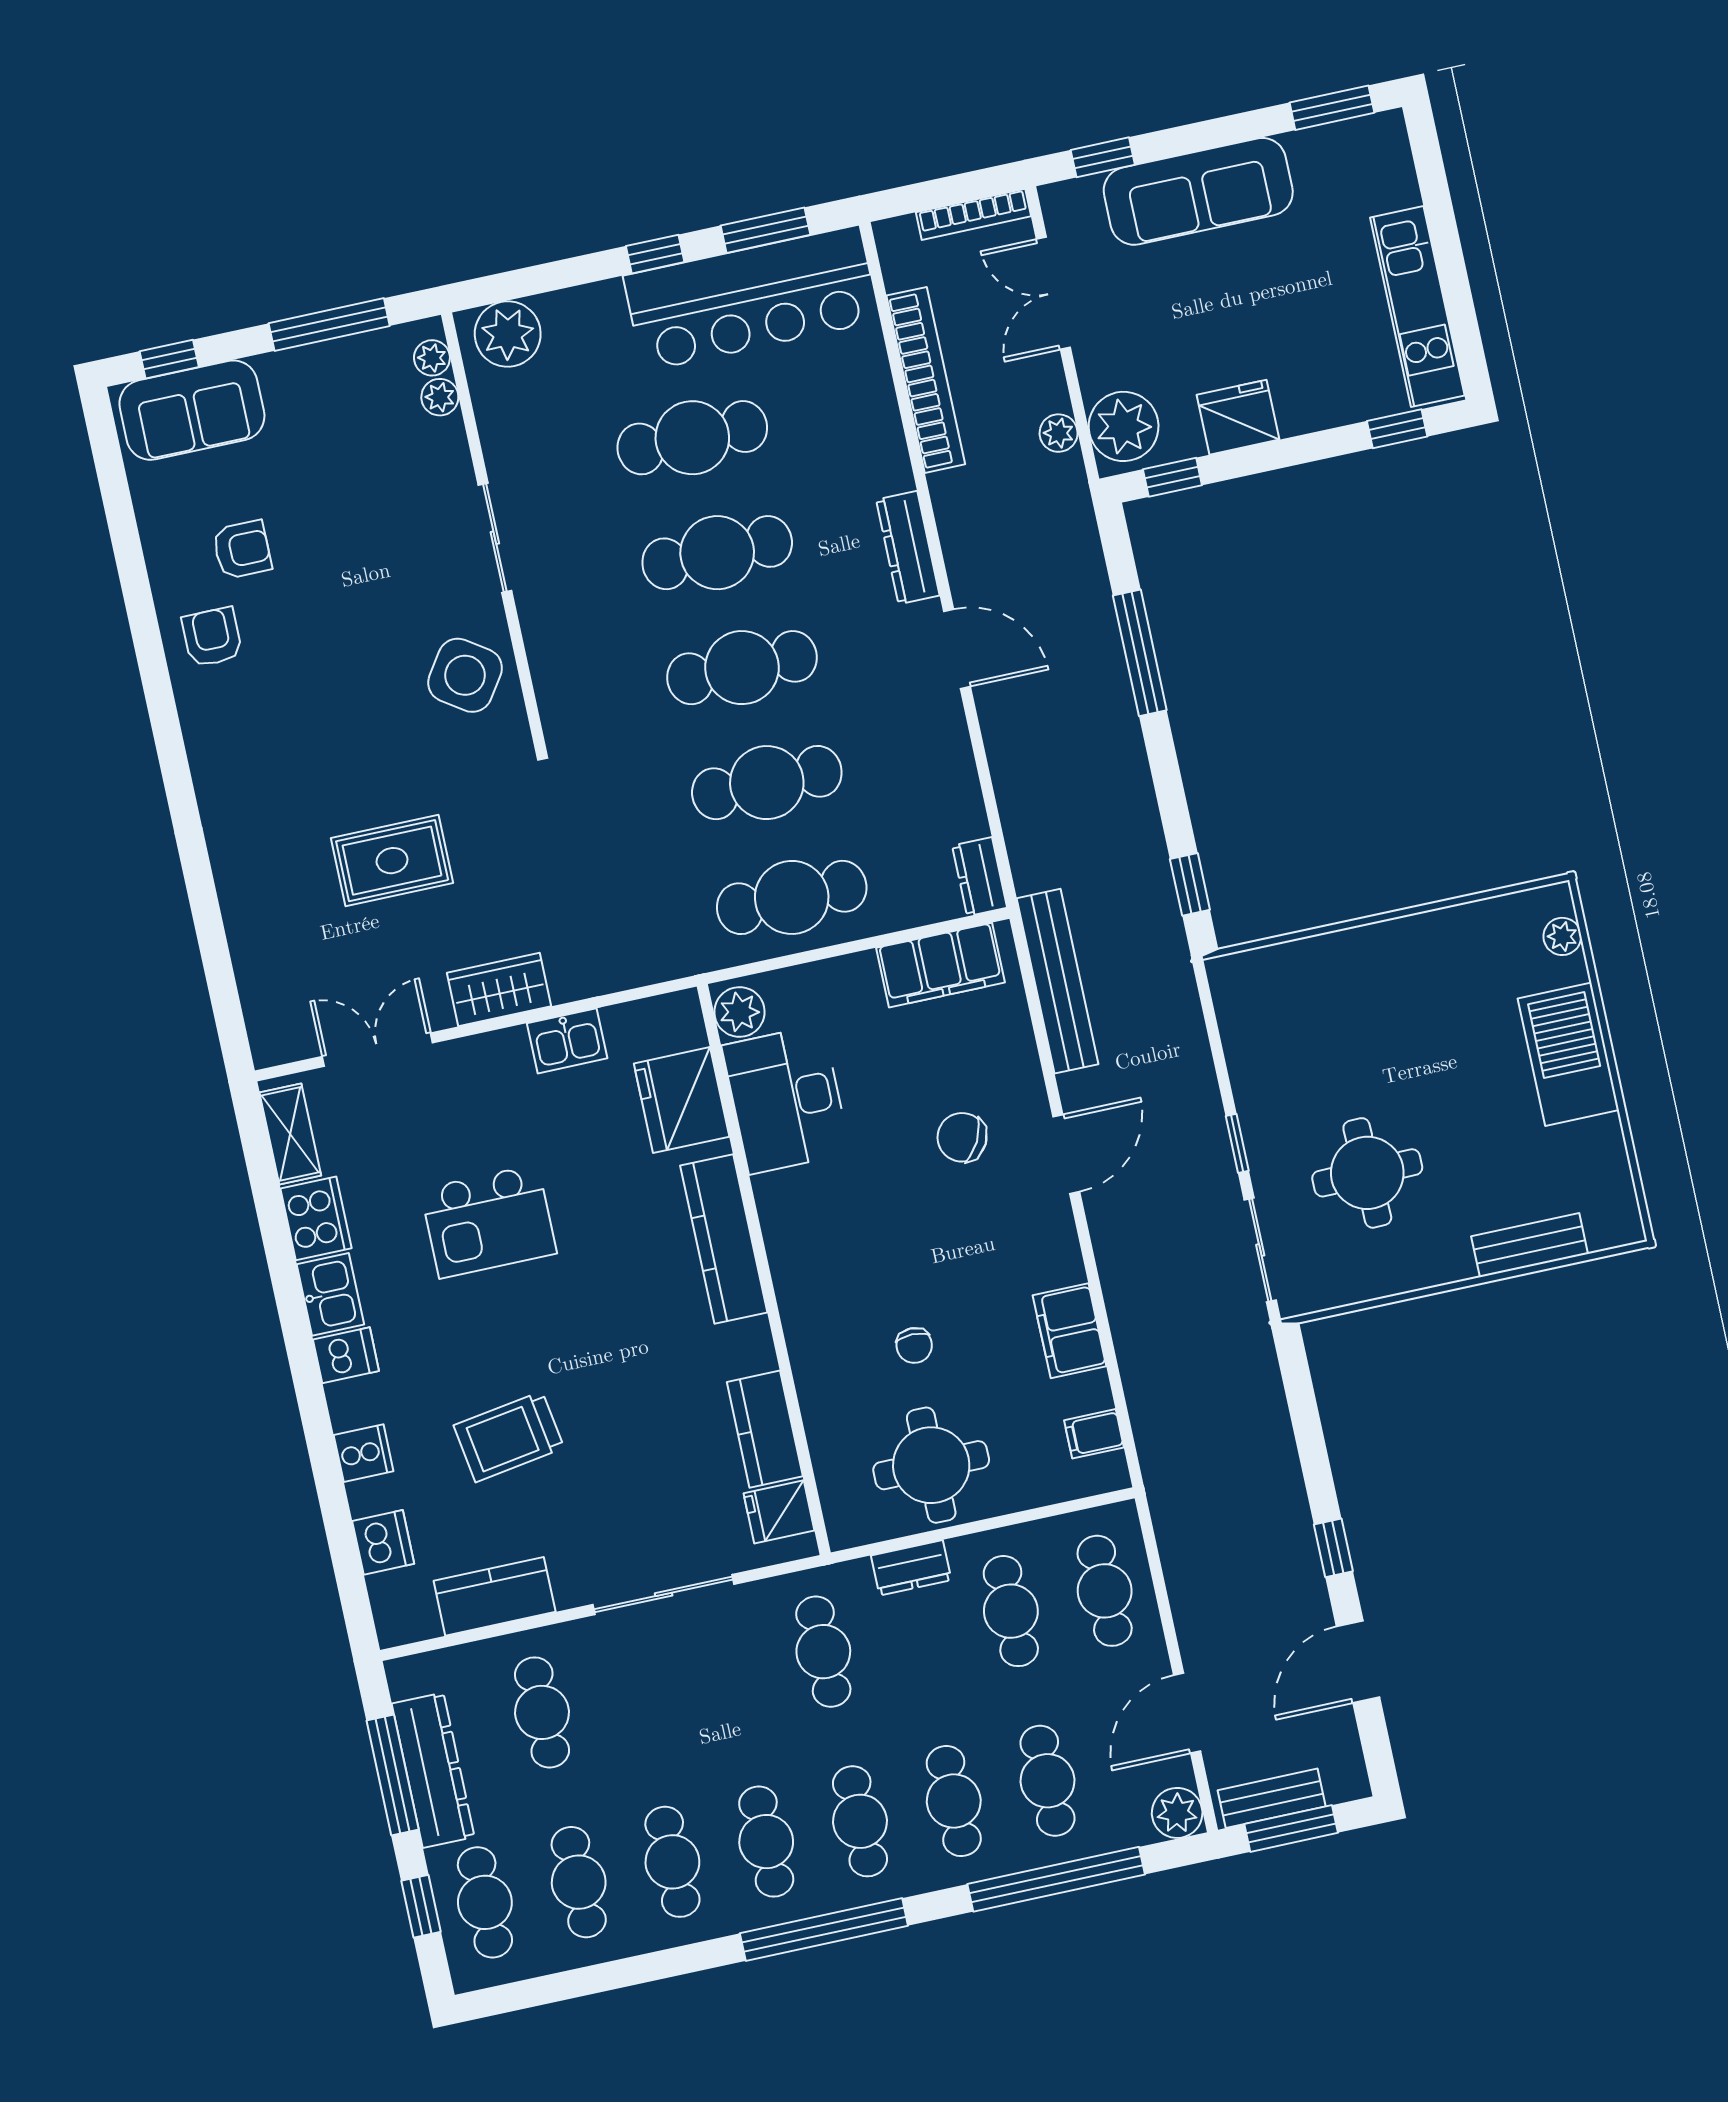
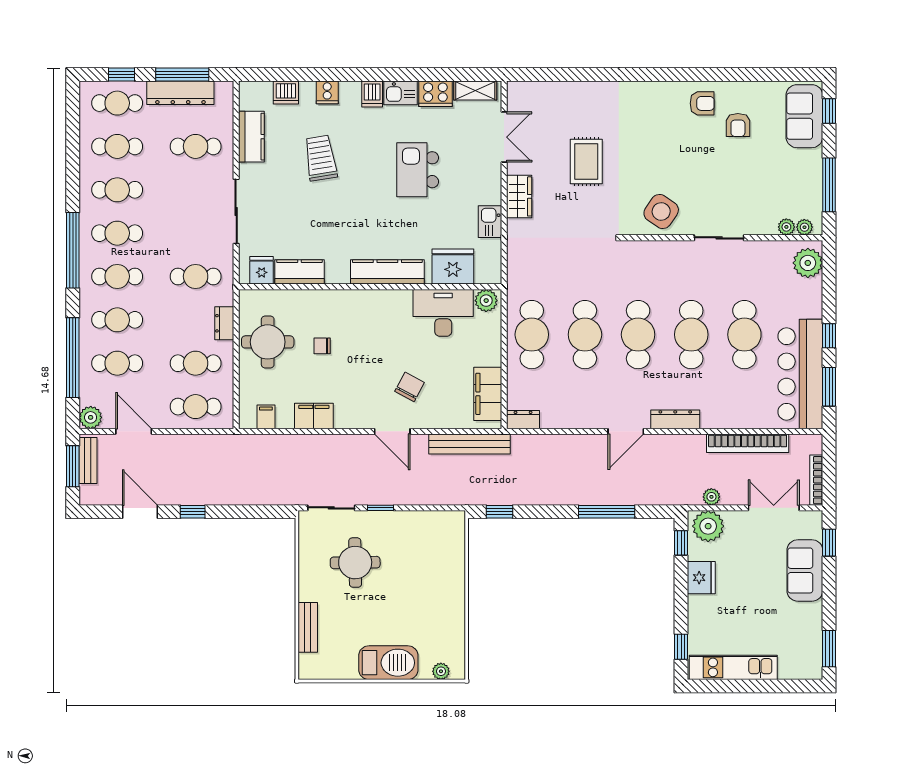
sofa: (1198, 191) -> (805, 570), width x0.73

